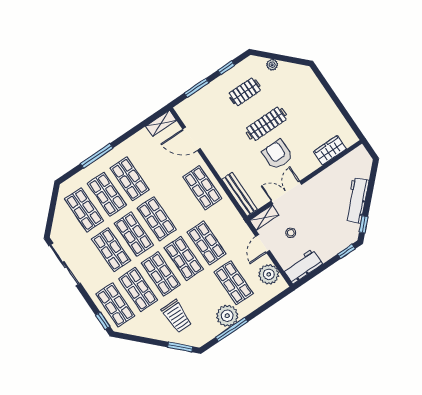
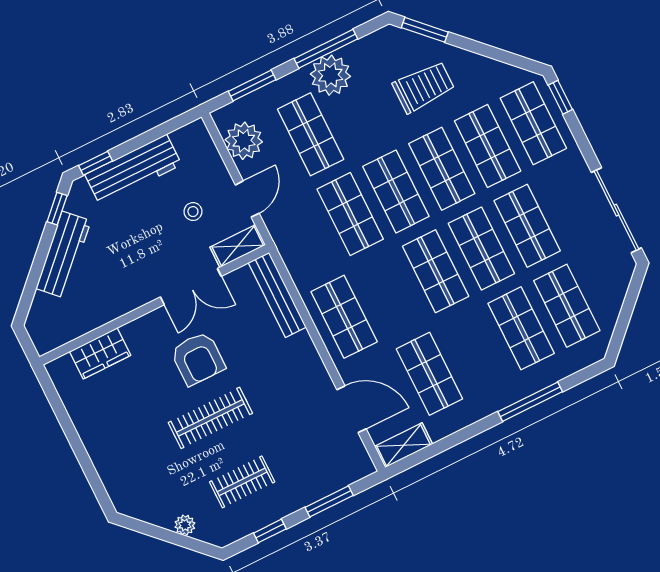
shop shelf: (130, 179) -> (429, 374), moved
workbench: (303, 266) -> (133, 170), moved, width x1.38
window: (268, 304) -> (252, 85), added
trolley: (177, 316) -> (424, 87), turned 90

